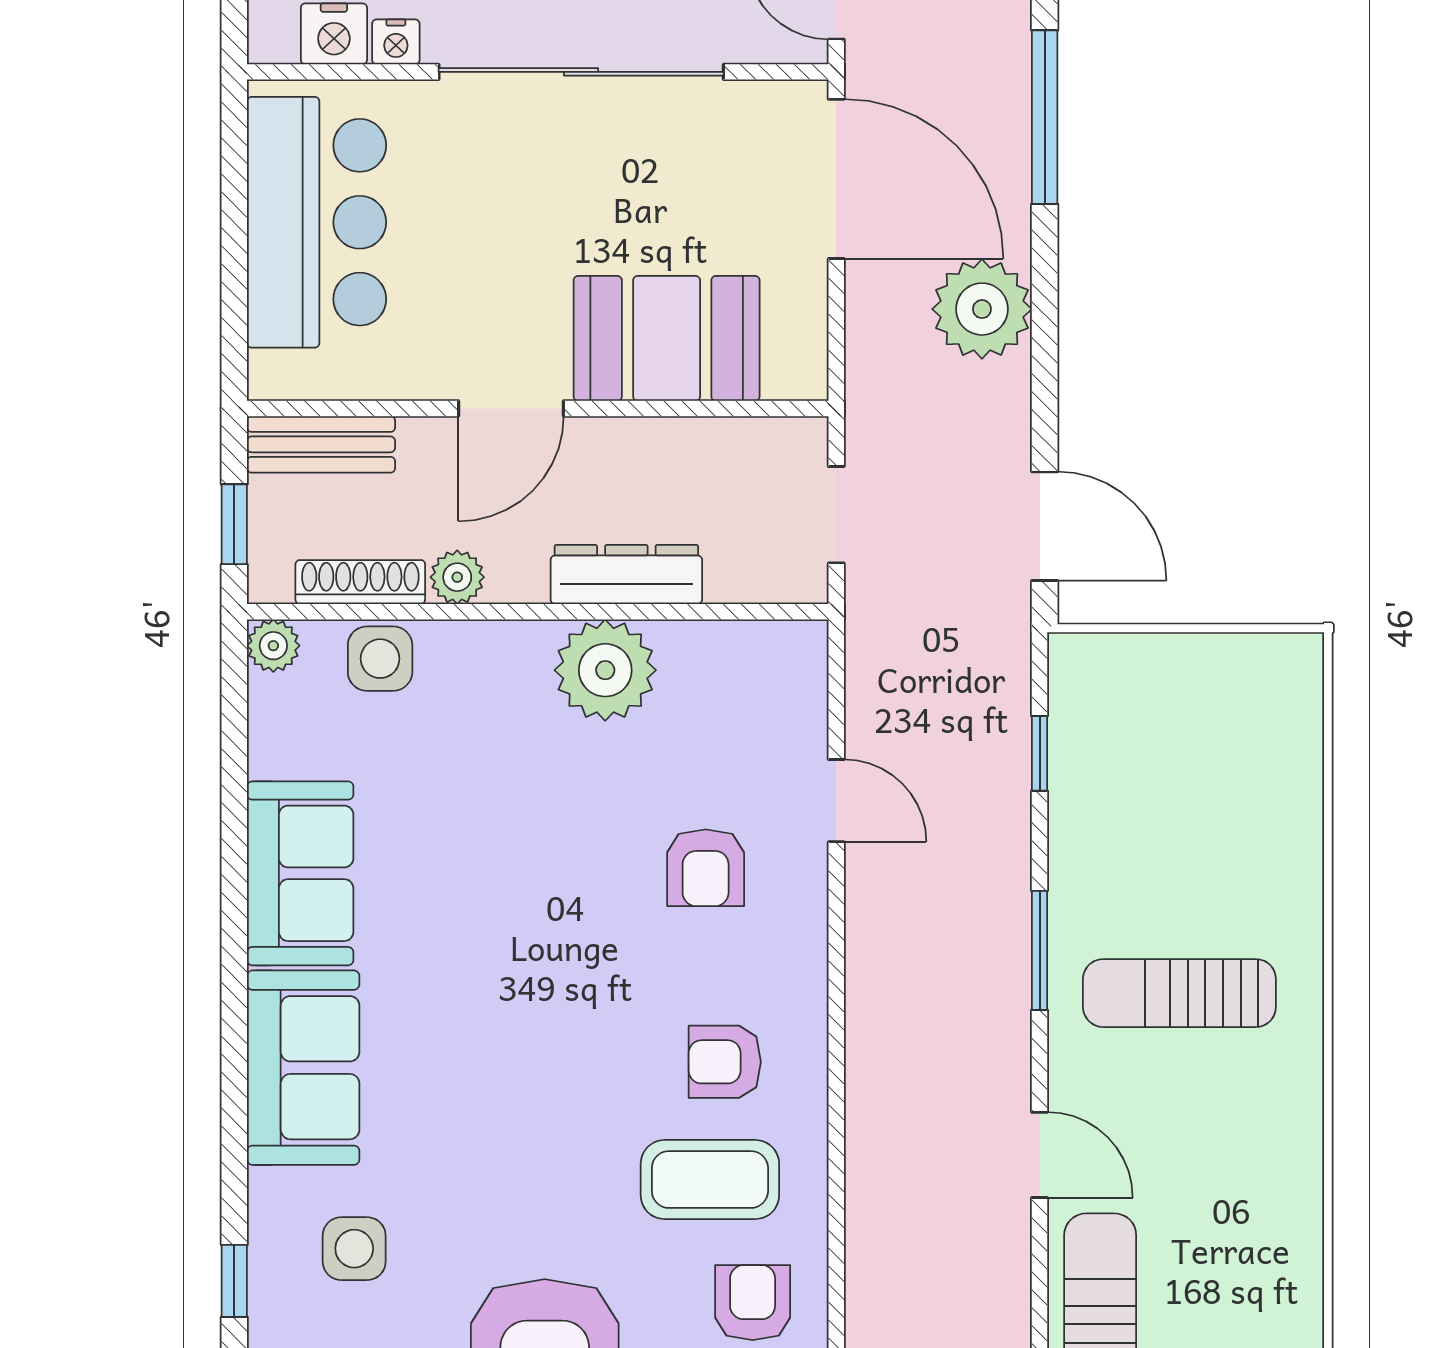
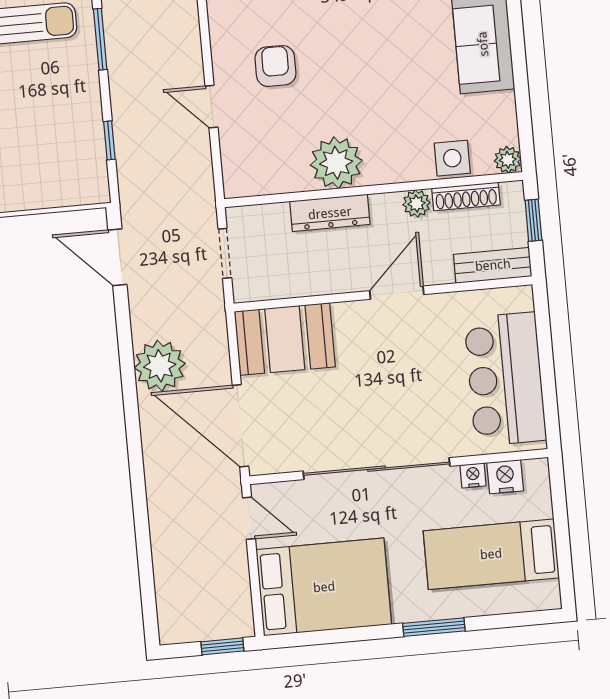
window: (1045, 117) -> (136, 467), removed
booth: (667, 338) -> (285, 339), moved

